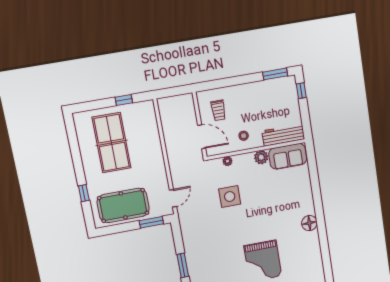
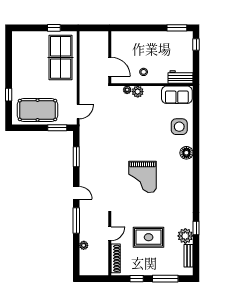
trolley: (218, 110) -> (127, 48), removed
workbench: (283, 135) -> (181, 77), width x0.73
table tennis table: (112, 143) -> (61, 57), moved
plant: (261, 157) -> (138, 92), moved
side table: (230, 197) -> (179, 127), moved
window: (183, 265) -> (76, 157), moved

